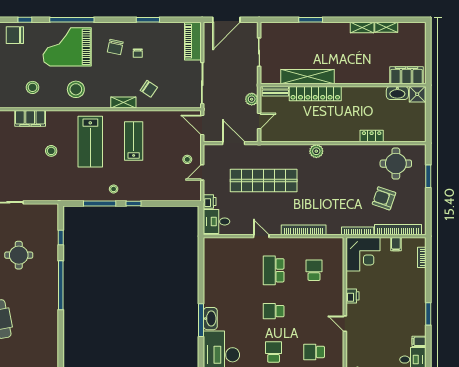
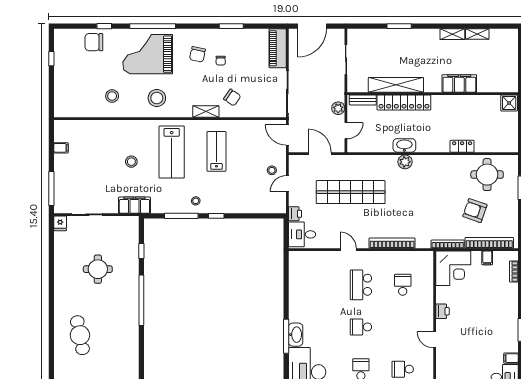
filing cabinet: (407, 75) -> (459, 83), moved
washbasin: (397, 93) -> (404, 145), moved, turned 180
filing cabinet: (30, 118) -> (134, 205), moved, turned 180

